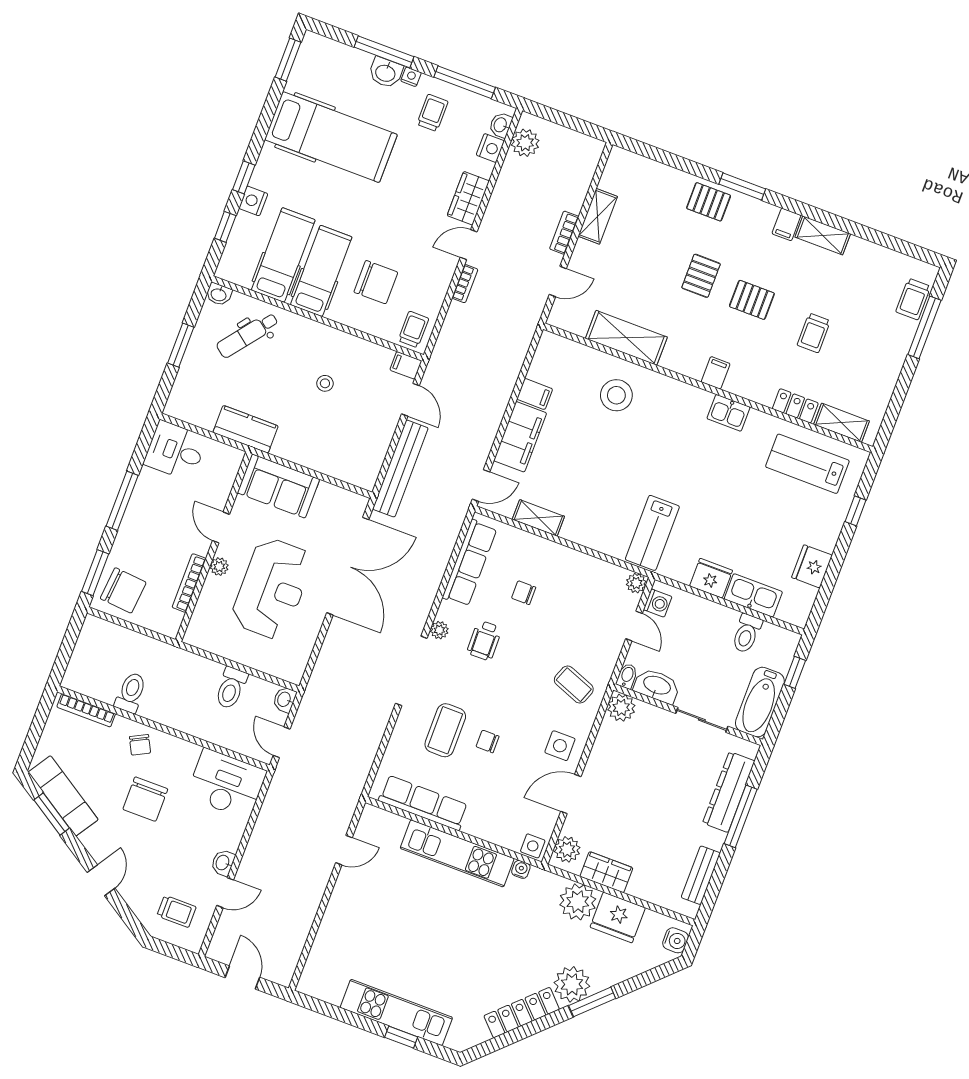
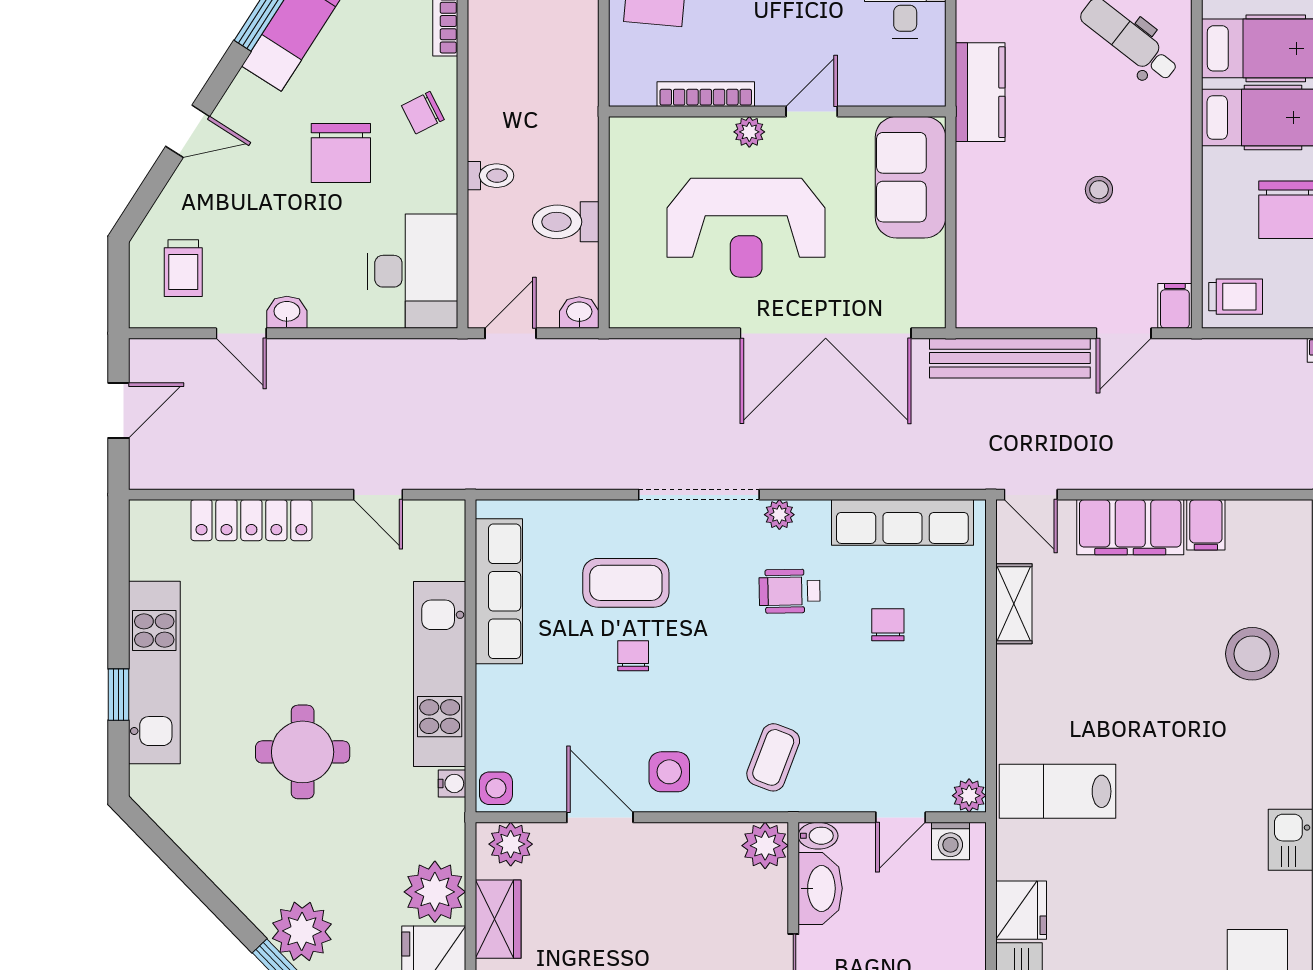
toilet: (131, 693) -> (491, 176), moved, width x0.73, depth x0.72
chair: (145, 799) -> (341, 153), turned -90
round table: (472, 946) -> (303, 752), added
locker: (522, 1013) -> (251, 520), moved, turned 134

